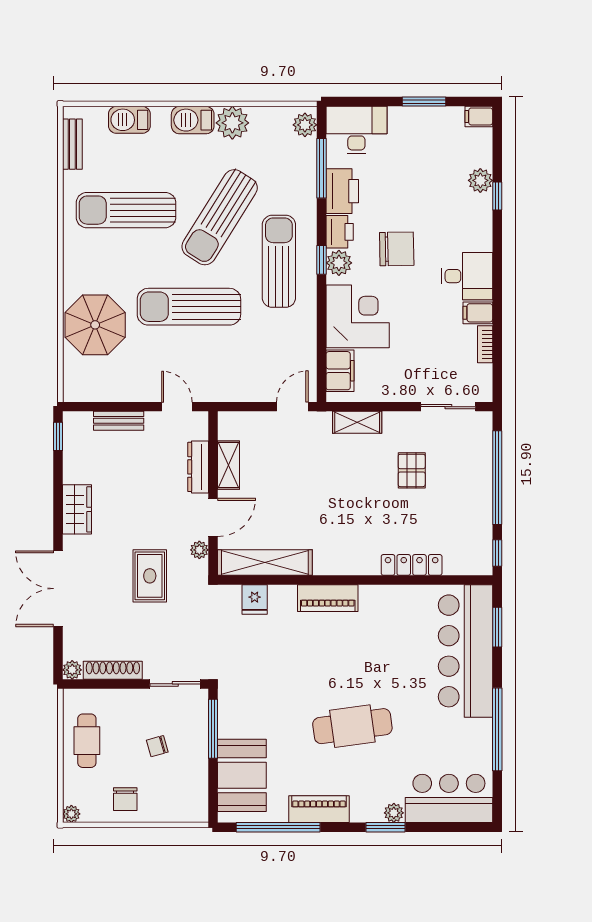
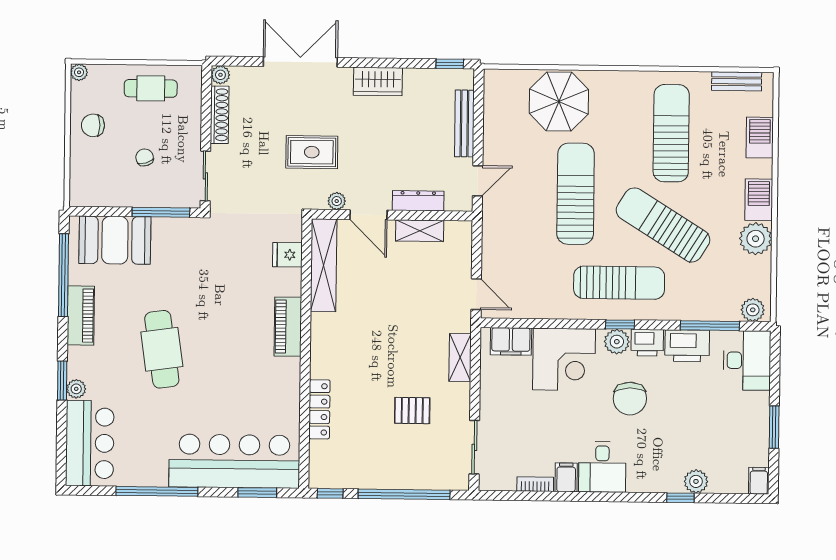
bench: (119, 421) -> (464, 123), width x1.36

